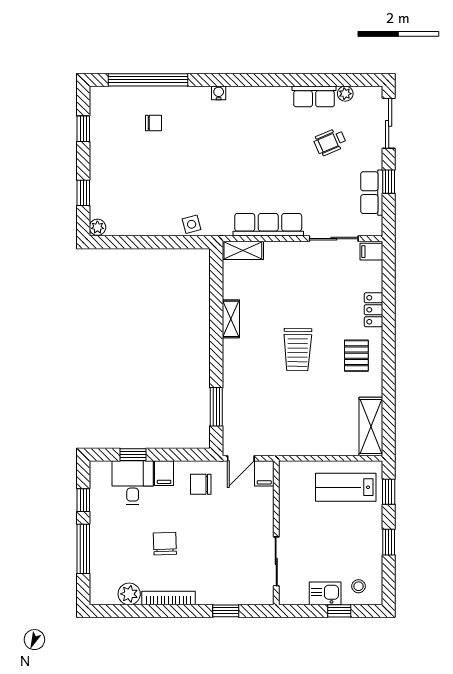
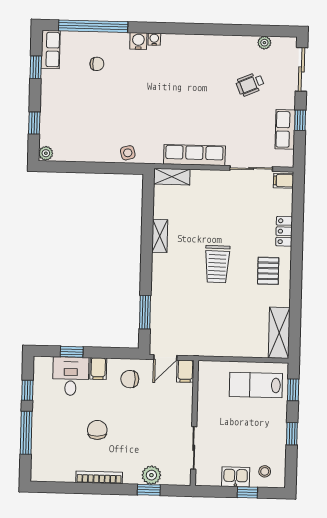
water cooler: (200, 96) -> (138, 41), added
row of seats: (314, 96) -> (51, 49), moved, turned -90
plant: (129, 594) -> (151, 475), moved

